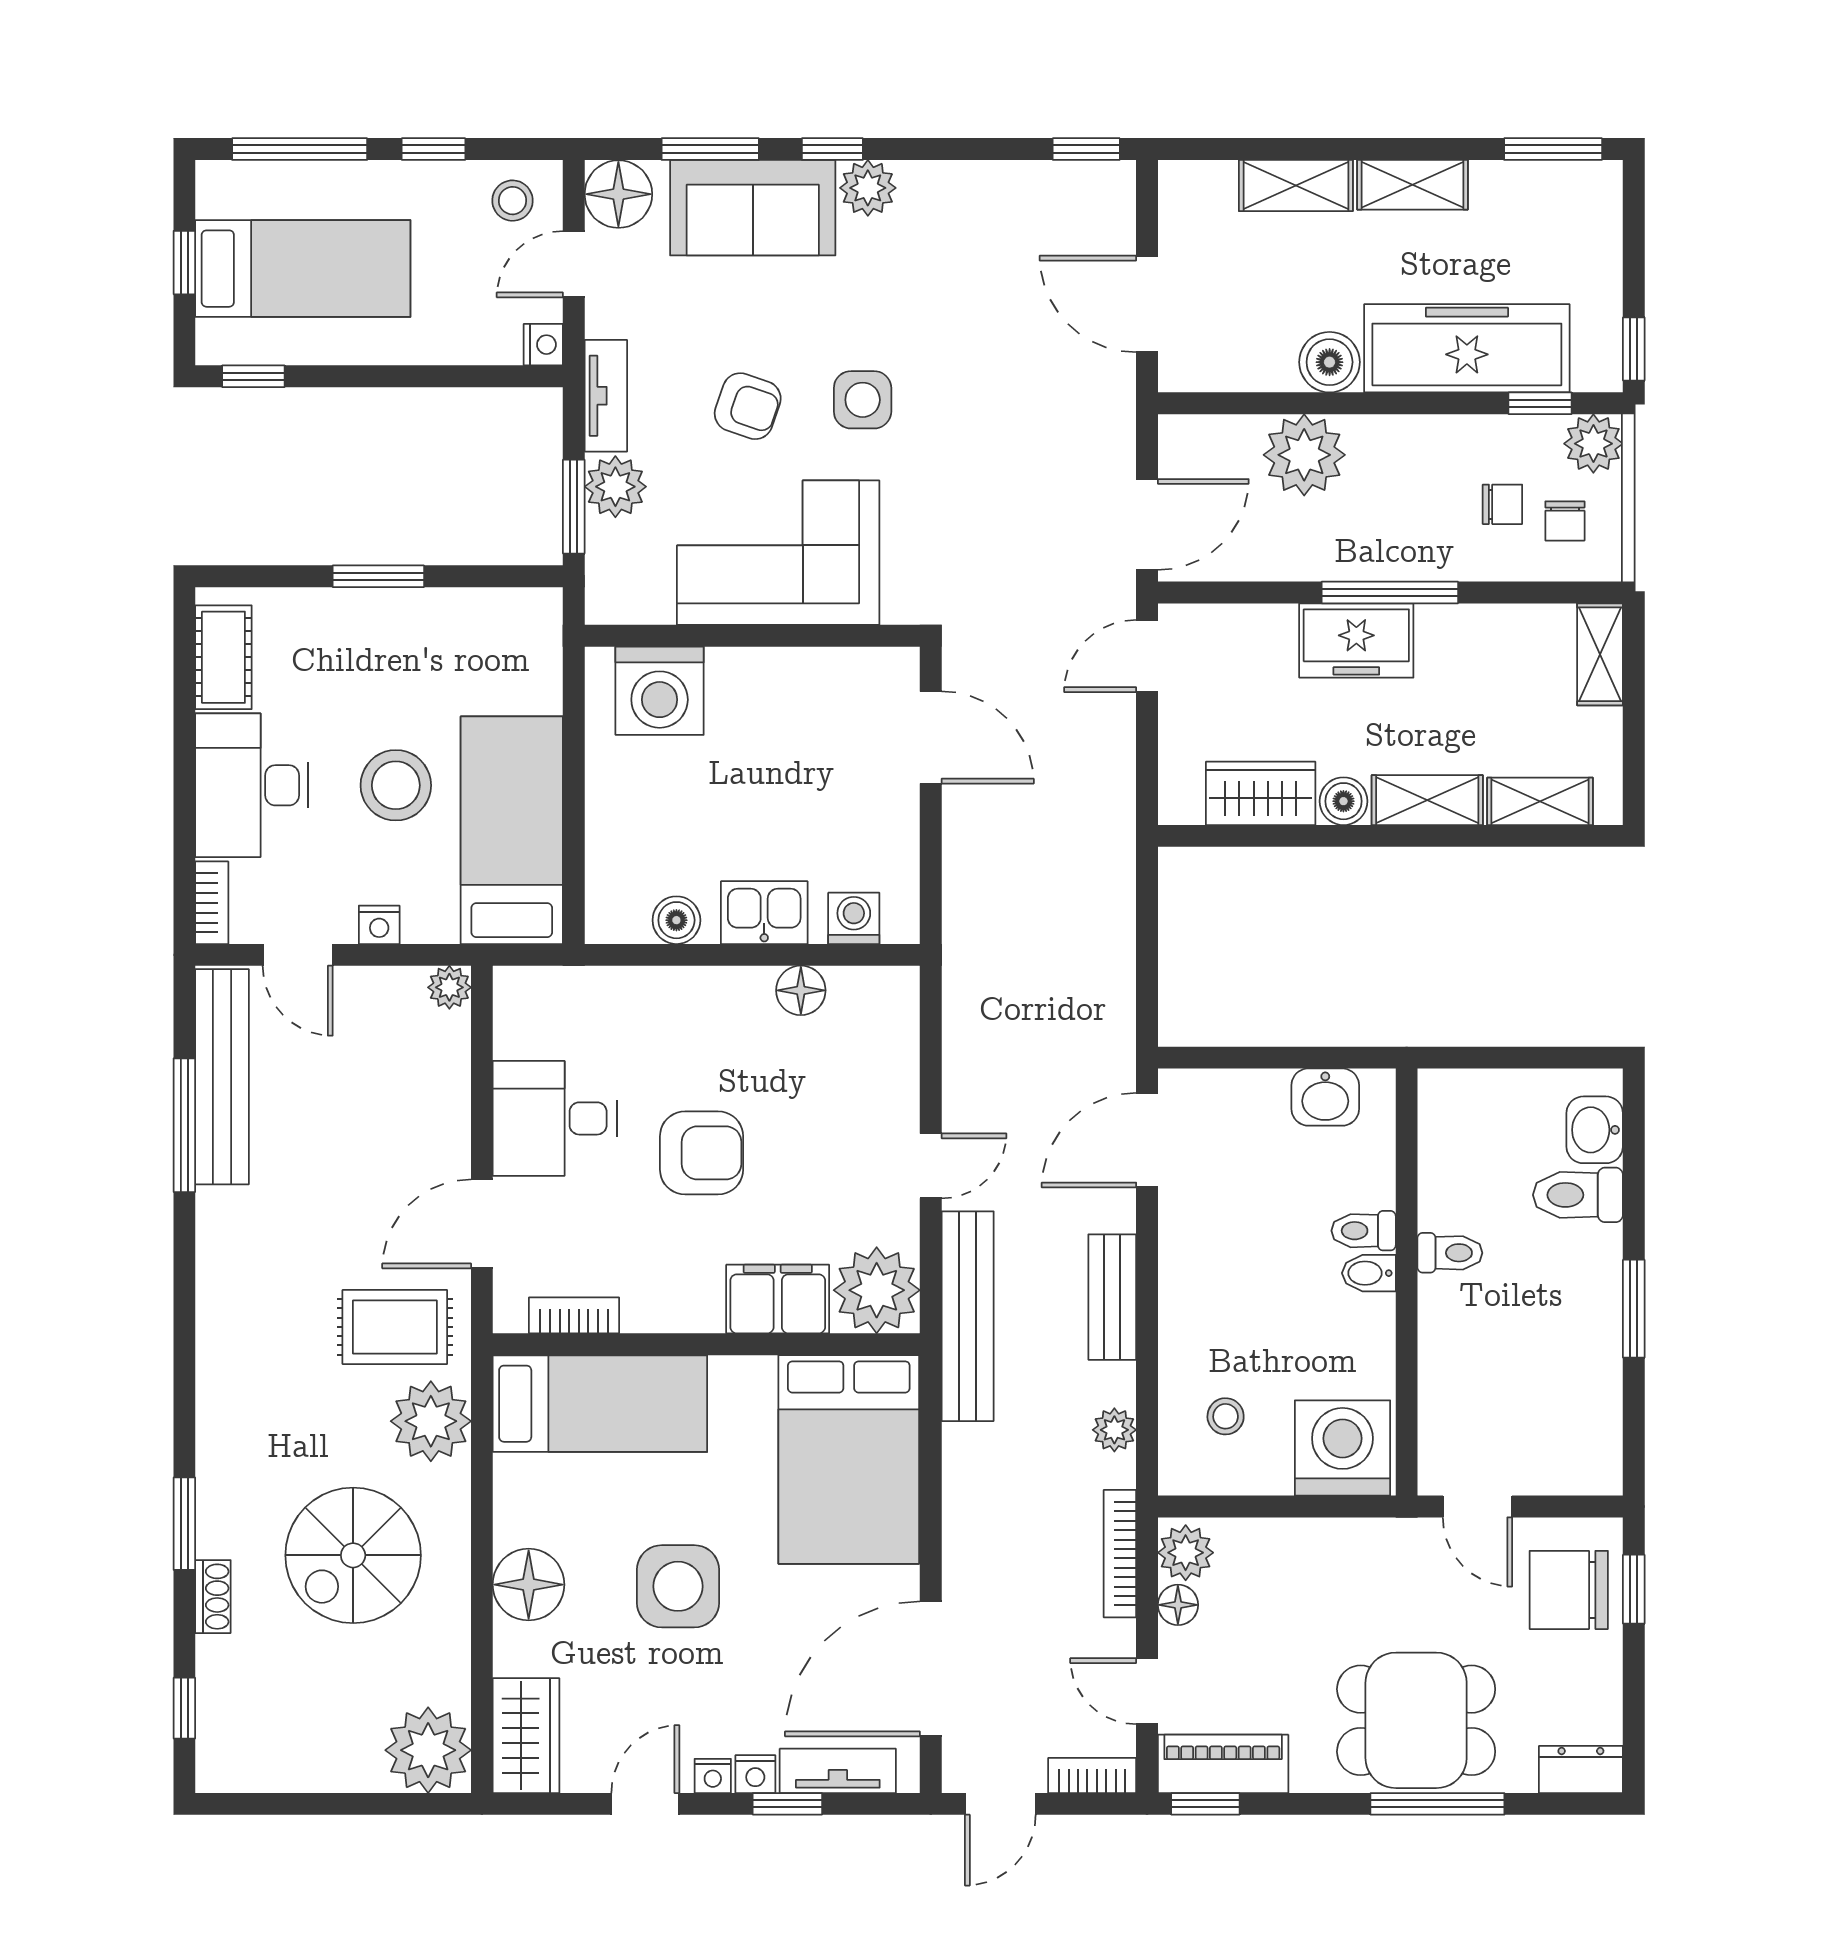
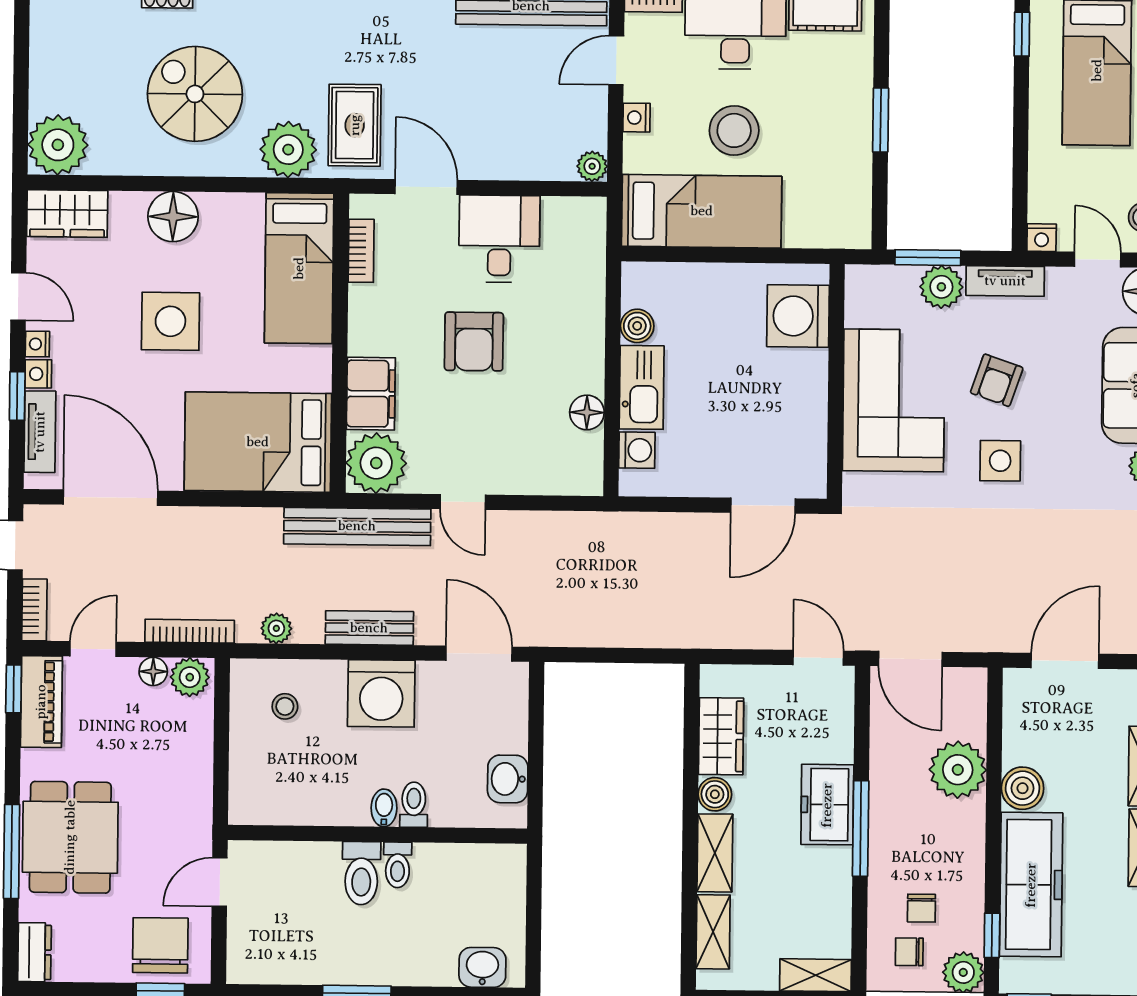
kitchen sink: (764, 913) -> (642, 387), width x1.38
toilet: (1578, 1195) -> (361, 873), moved, turned 180
washing machine: (1342, 1448) -> (381, 693), moved, turned 90

